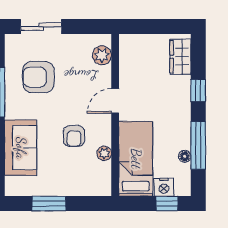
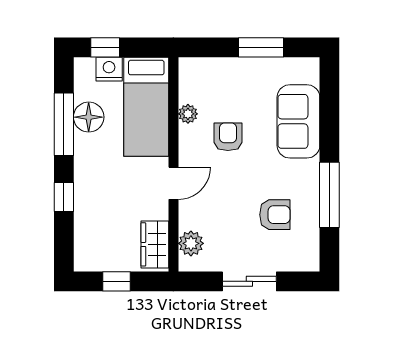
sliding door: (41, 27) -> (249, 281), moved
window: (158, 27) -> (117, 281), added
wardrobe: (180, 57) -> (155, 244), moved, turned 180
armchair: (38, 77) -> (275, 215), width x0.72, depth x0.72
floor lamp: (185, 156) -> (89, 117), width x1.89, depth x1.89

